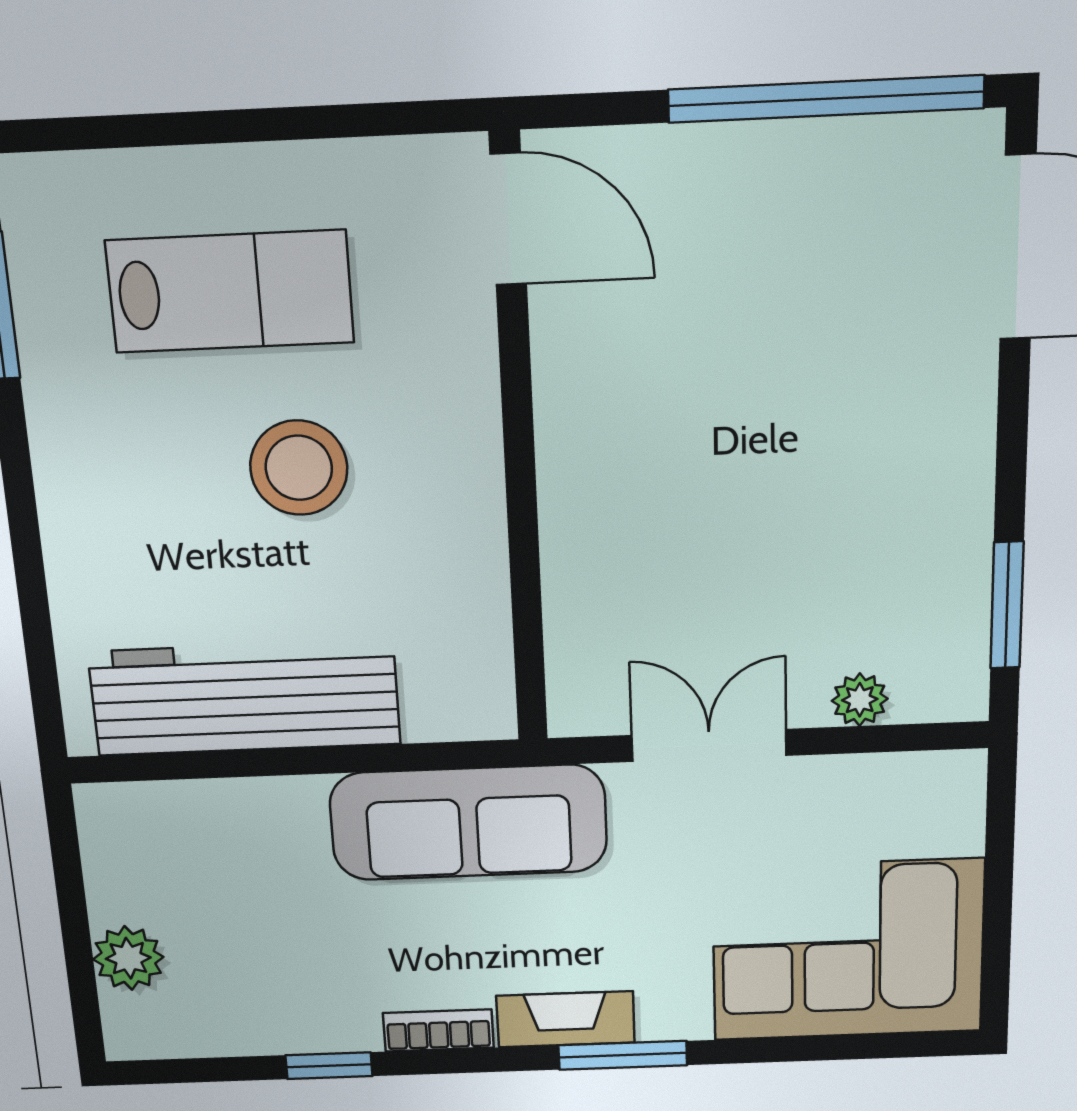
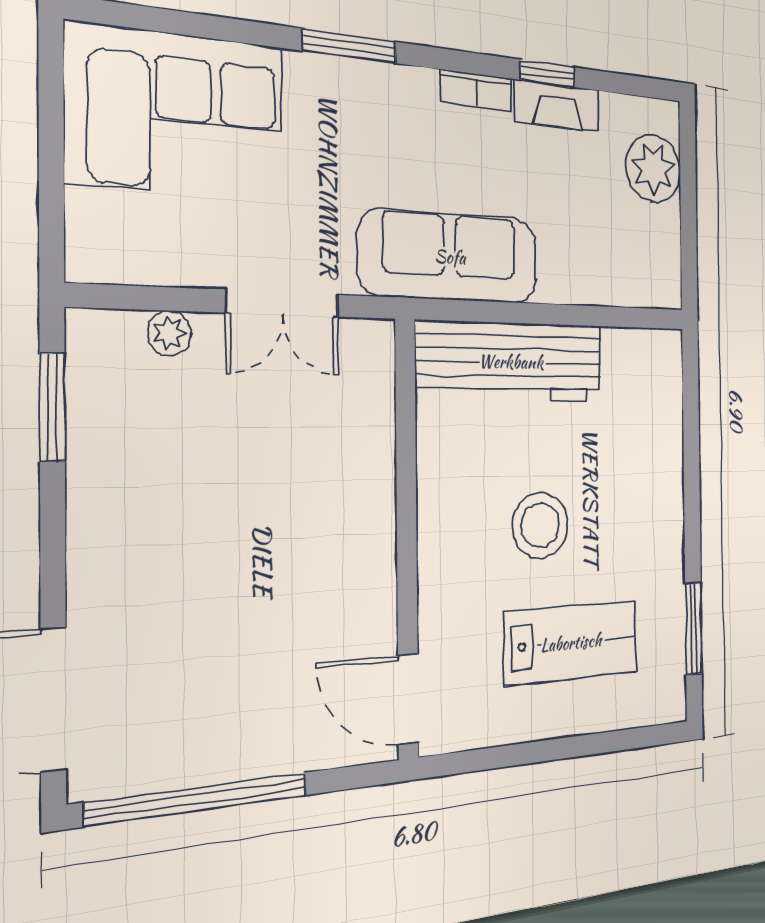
lab bench: (230, 292) -> (571, 643), turned 180
workbench: (245, 698) -> (511, 362), moved
plant: (128, 958) -> (653, 168), width x1.36, depth x1.36
fireplace: (566, 1019) -> (557, 106), moved

